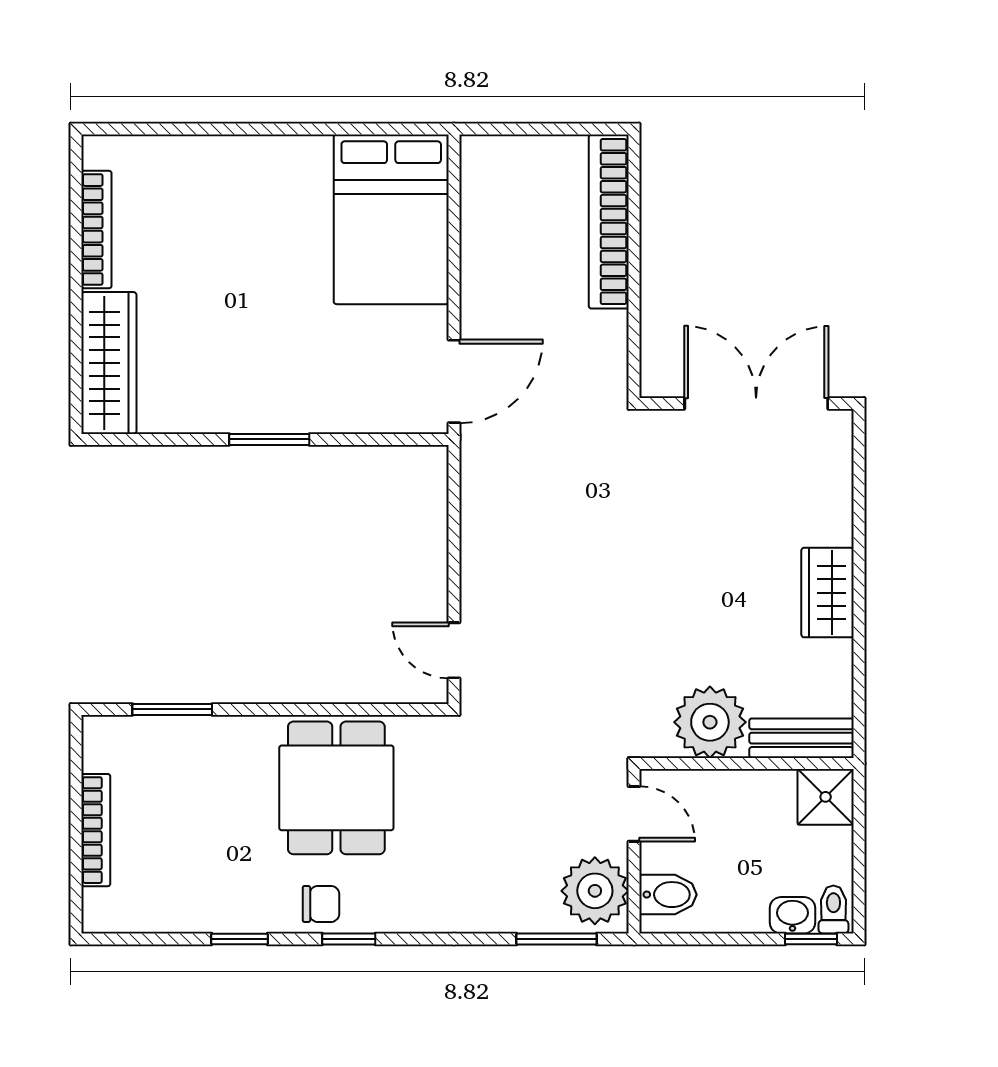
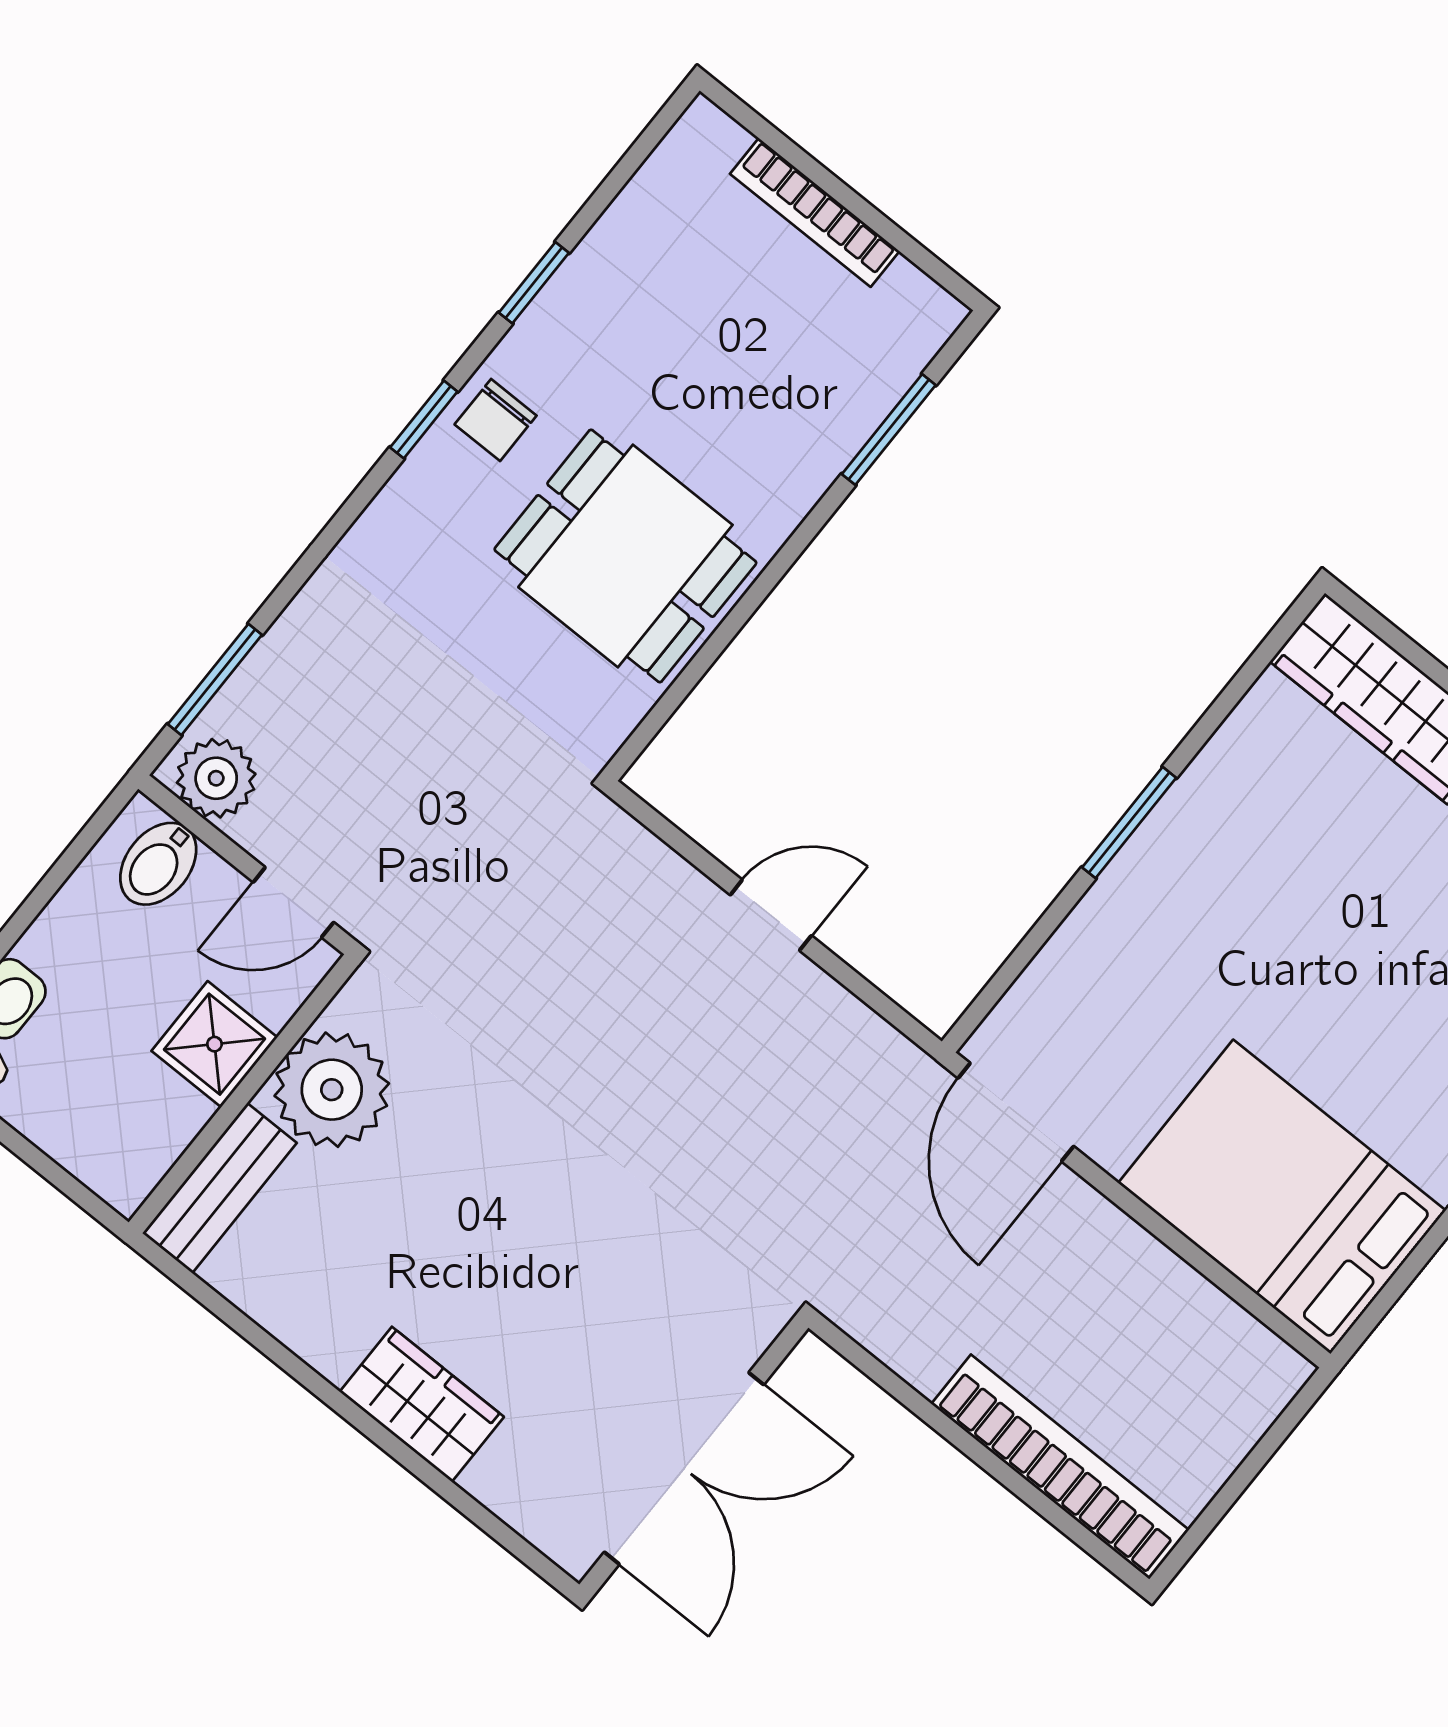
wardrobe: (828, 593) -> (422, 1404), moved
door: (454, 650) -> (771, 915), moved
shower: (826, 797) -> (214, 1044), moved
plant: (595, 891) -> (216, 778), width x0.73, depth x0.73

